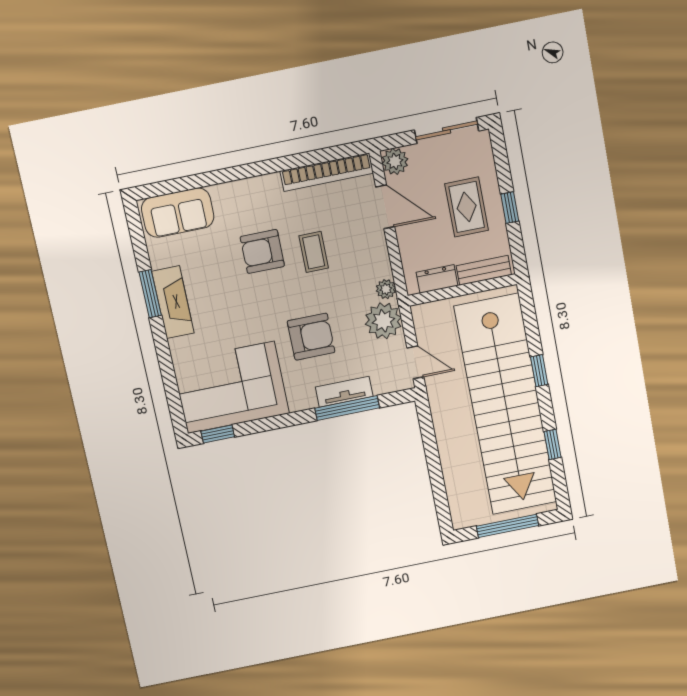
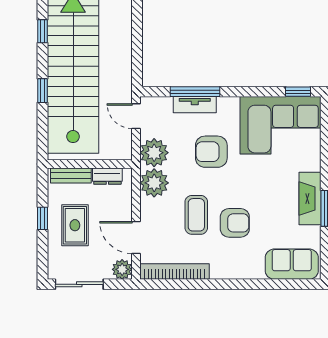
coffee table: (314, 252) -> (196, 215), width x1.36, depth x1.30
plant: (386, 289) -> (154, 183), width x1.88, depth x1.88

